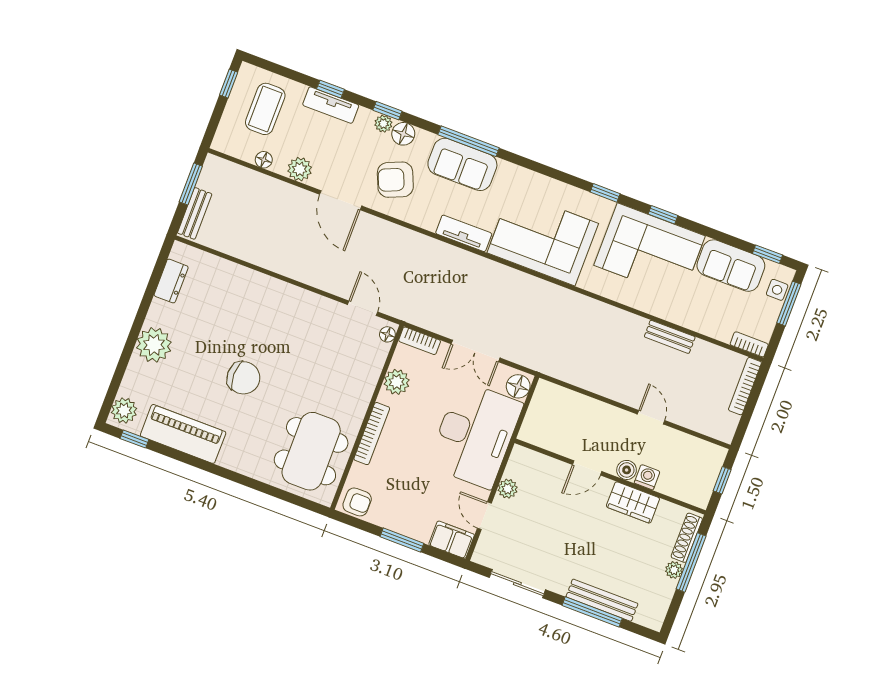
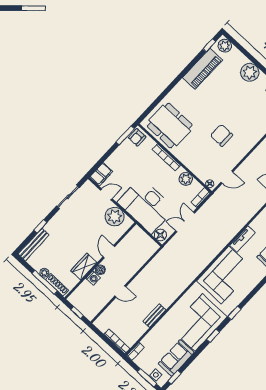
chair: (243, 378) -> (222, 135), moved, turned 90
plant: (508, 489) -> (115, 217), width x1.87, depth x1.87
window: (402, 540) -> (125, 135), moved
bench: (602, 600) -> (33, 244), moved
window: (592, 612) -> (40, 226), width x0.46

